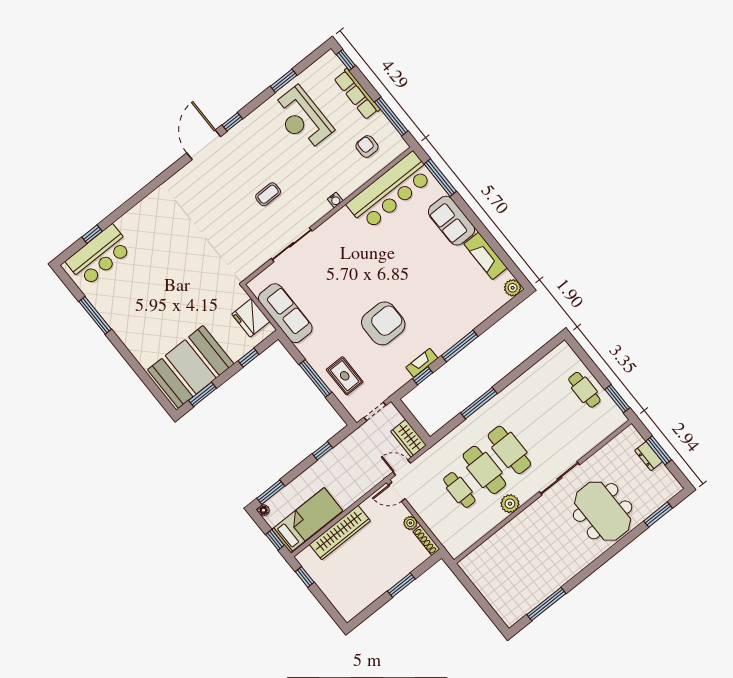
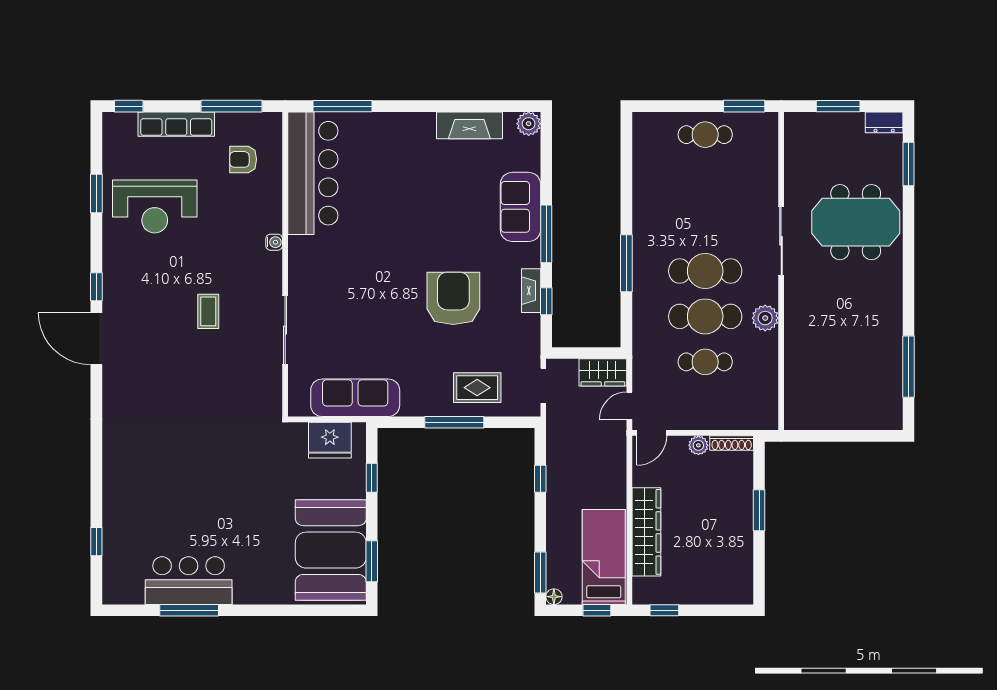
sofa: (451, 221) -> (520, 207), moved, turned 90
bar counter: (99, 255) -> (189, 581), moved, turned -90
dresser: (649, 456) -> (884, 122), moved

